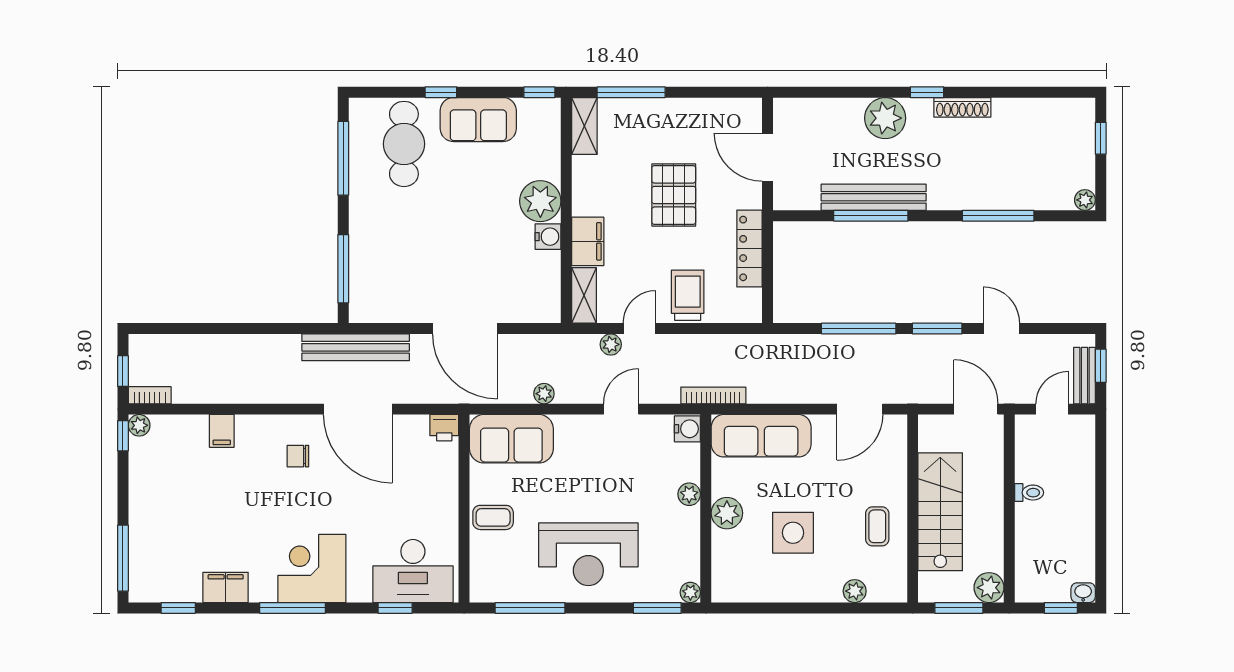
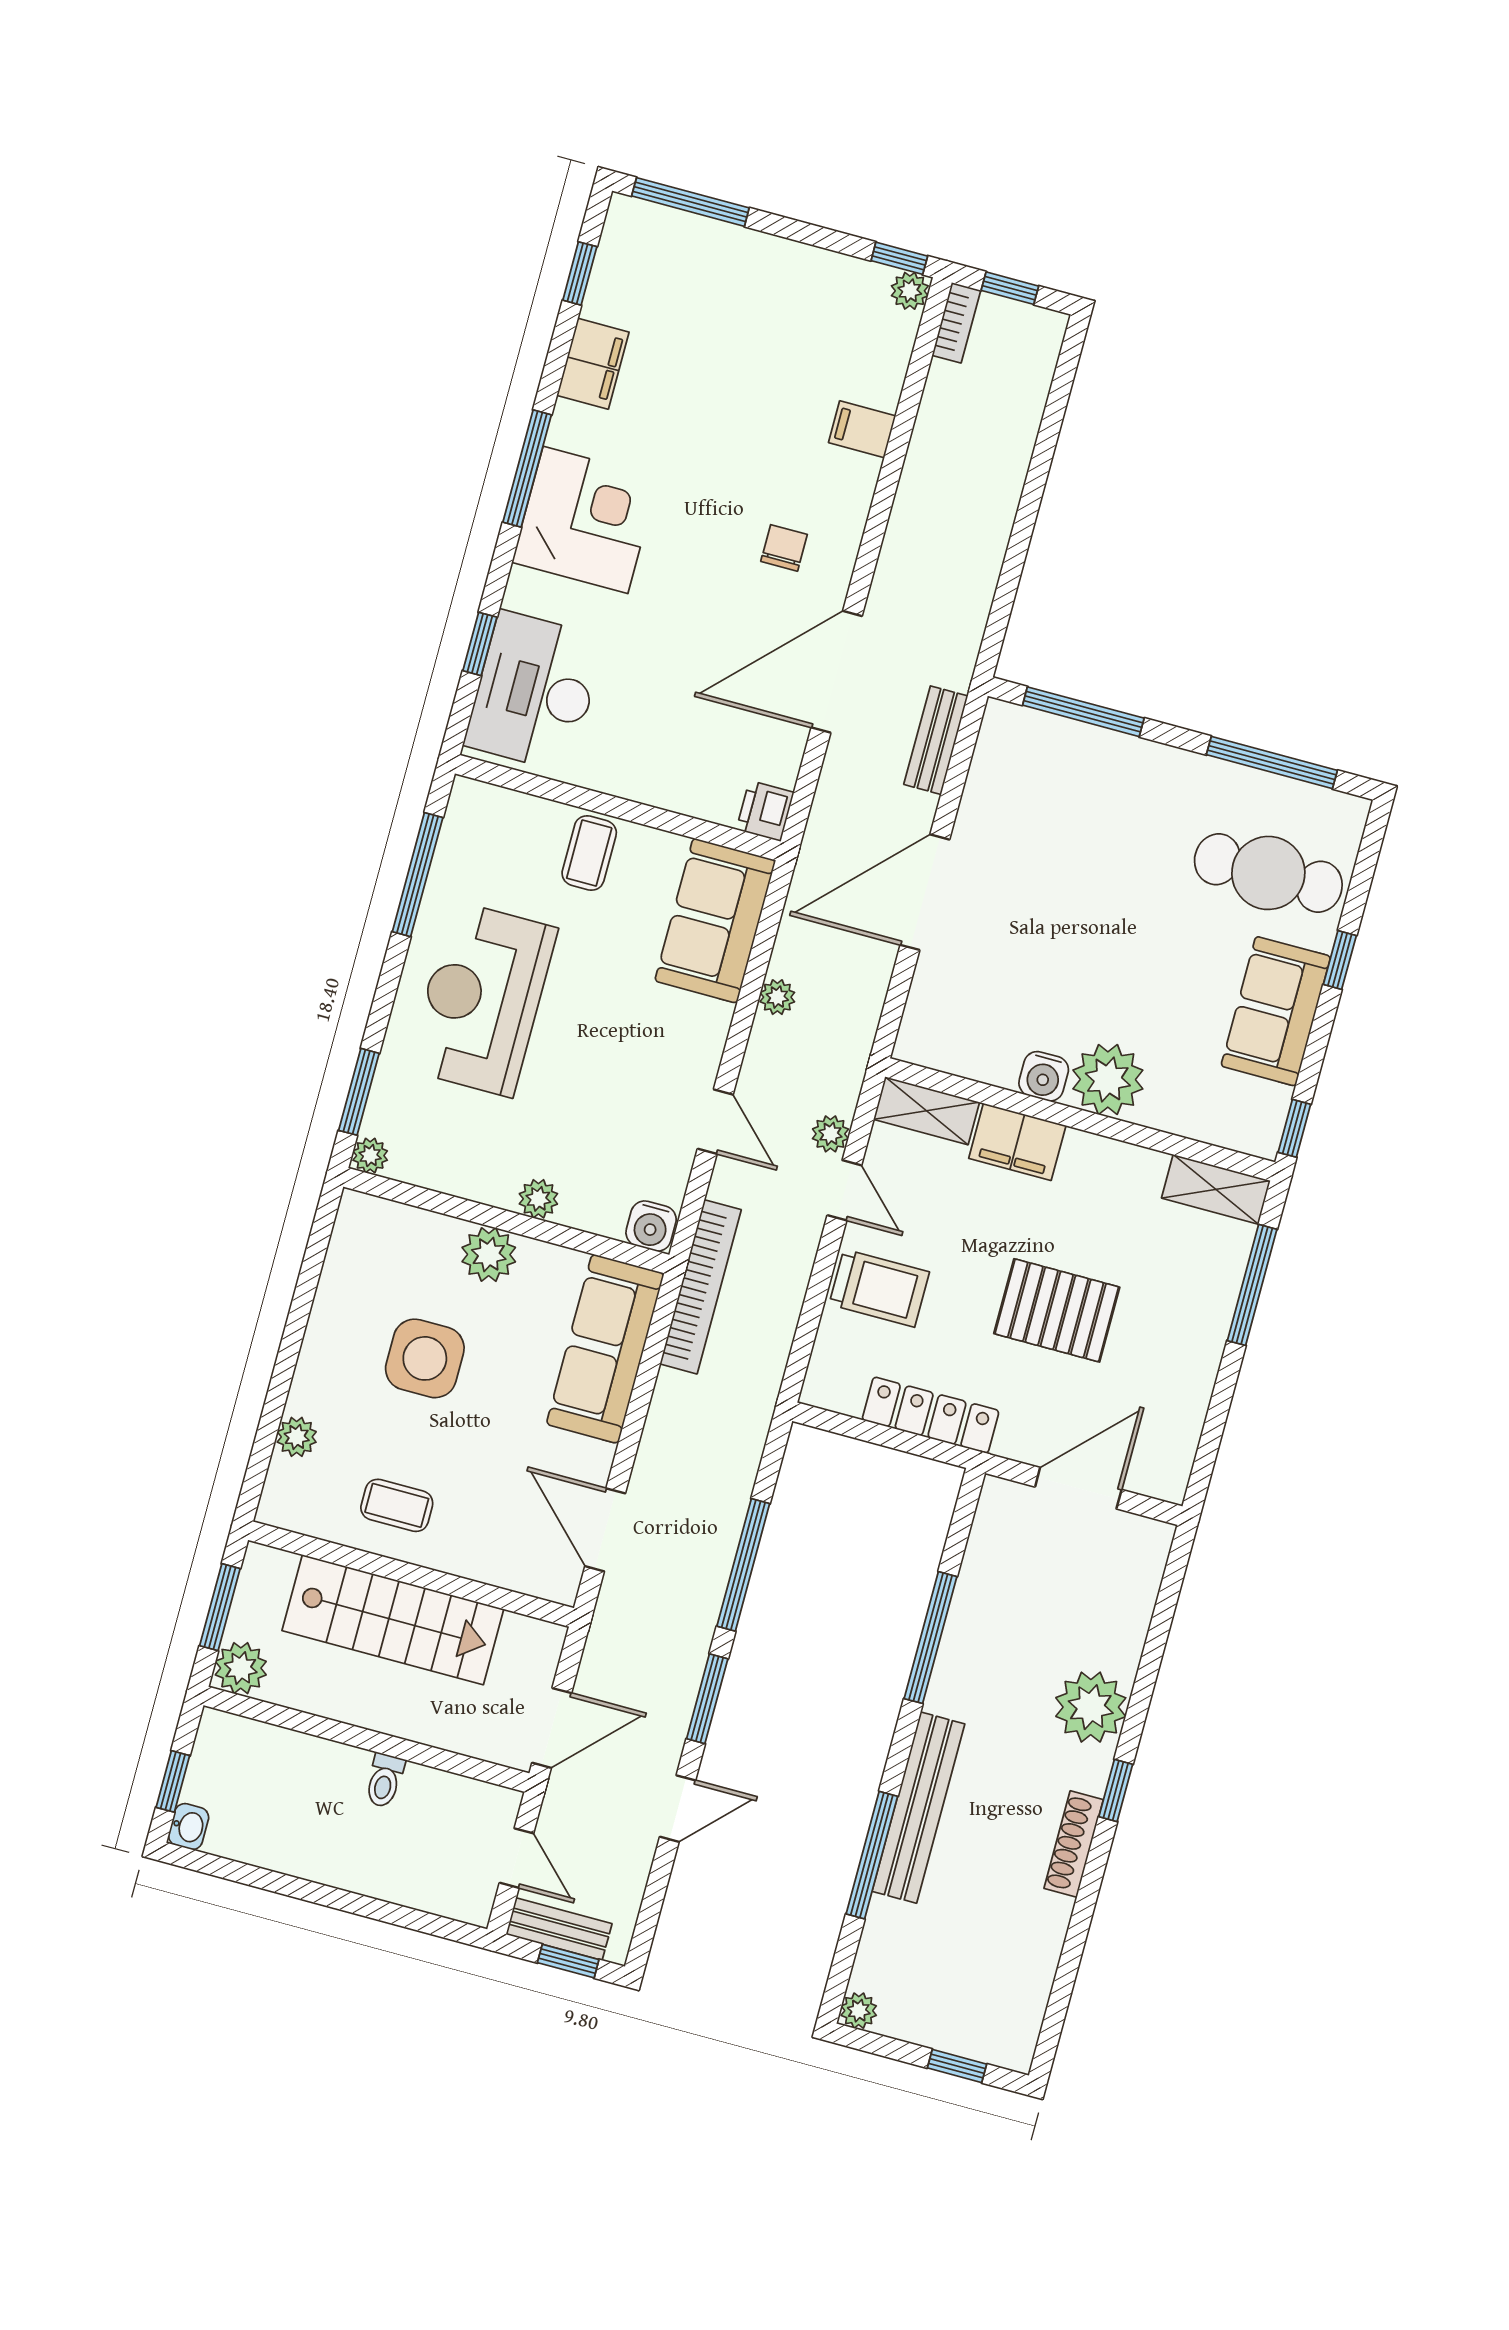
bench: (874, 197) -> (918, 1808), moved
bench: (356, 347) -> (936, 740), width x0.54, depth x0.82
bookcase: (713, 395) -> (701, 1287), width x1.48, depth x1.31

